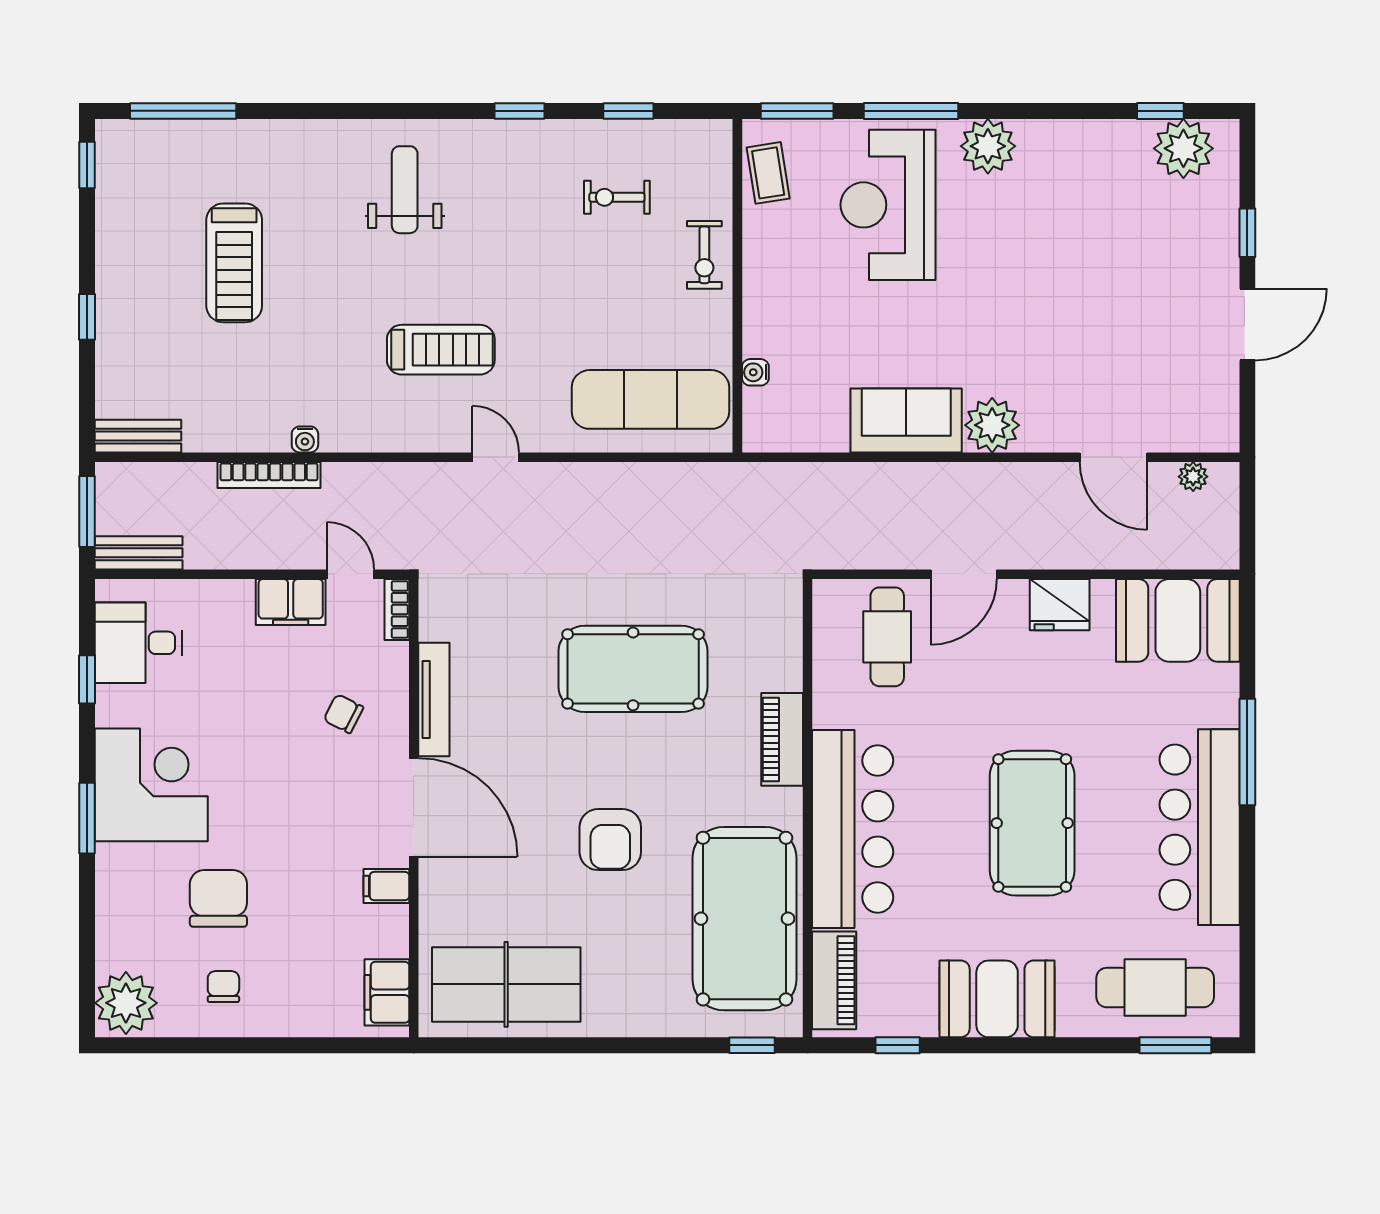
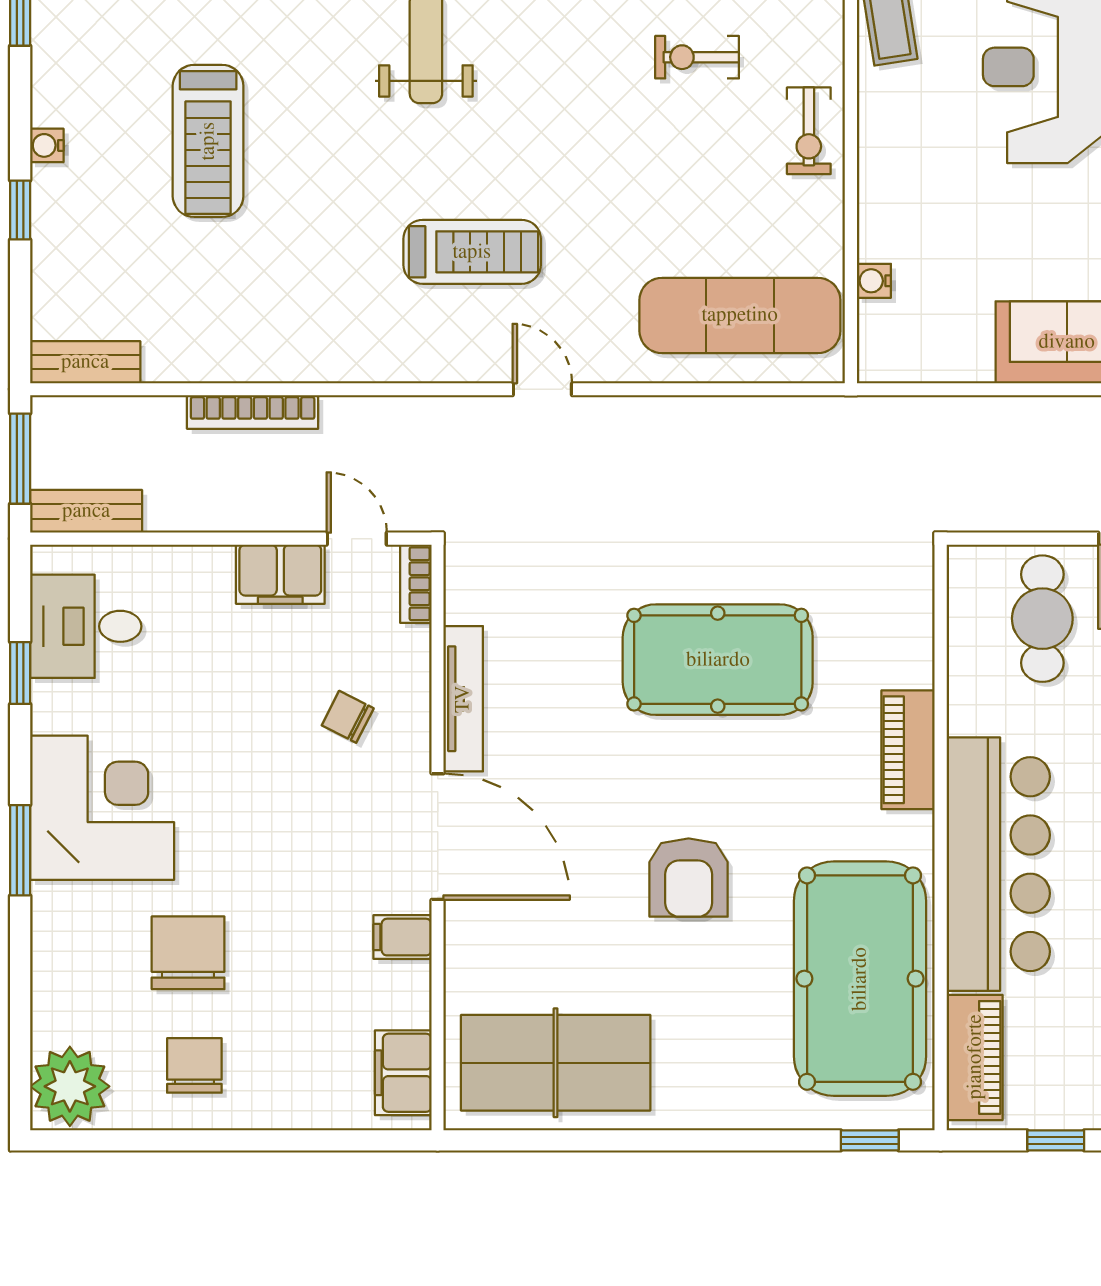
water cooler: (305, 439) -> (47, 145), moved, turned 90
chair: (223, 987) -> (194, 1065), width x1.37, depth x1.37

